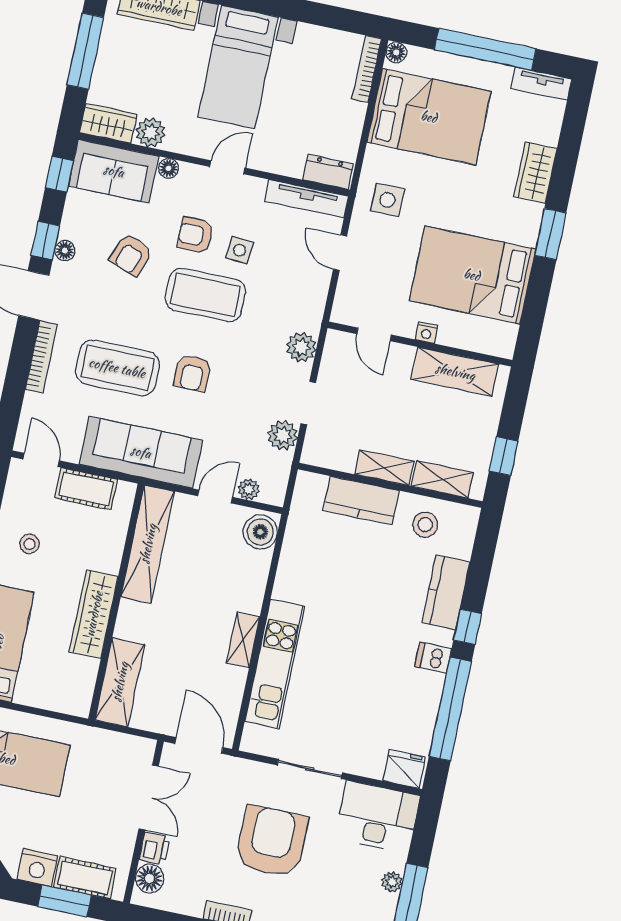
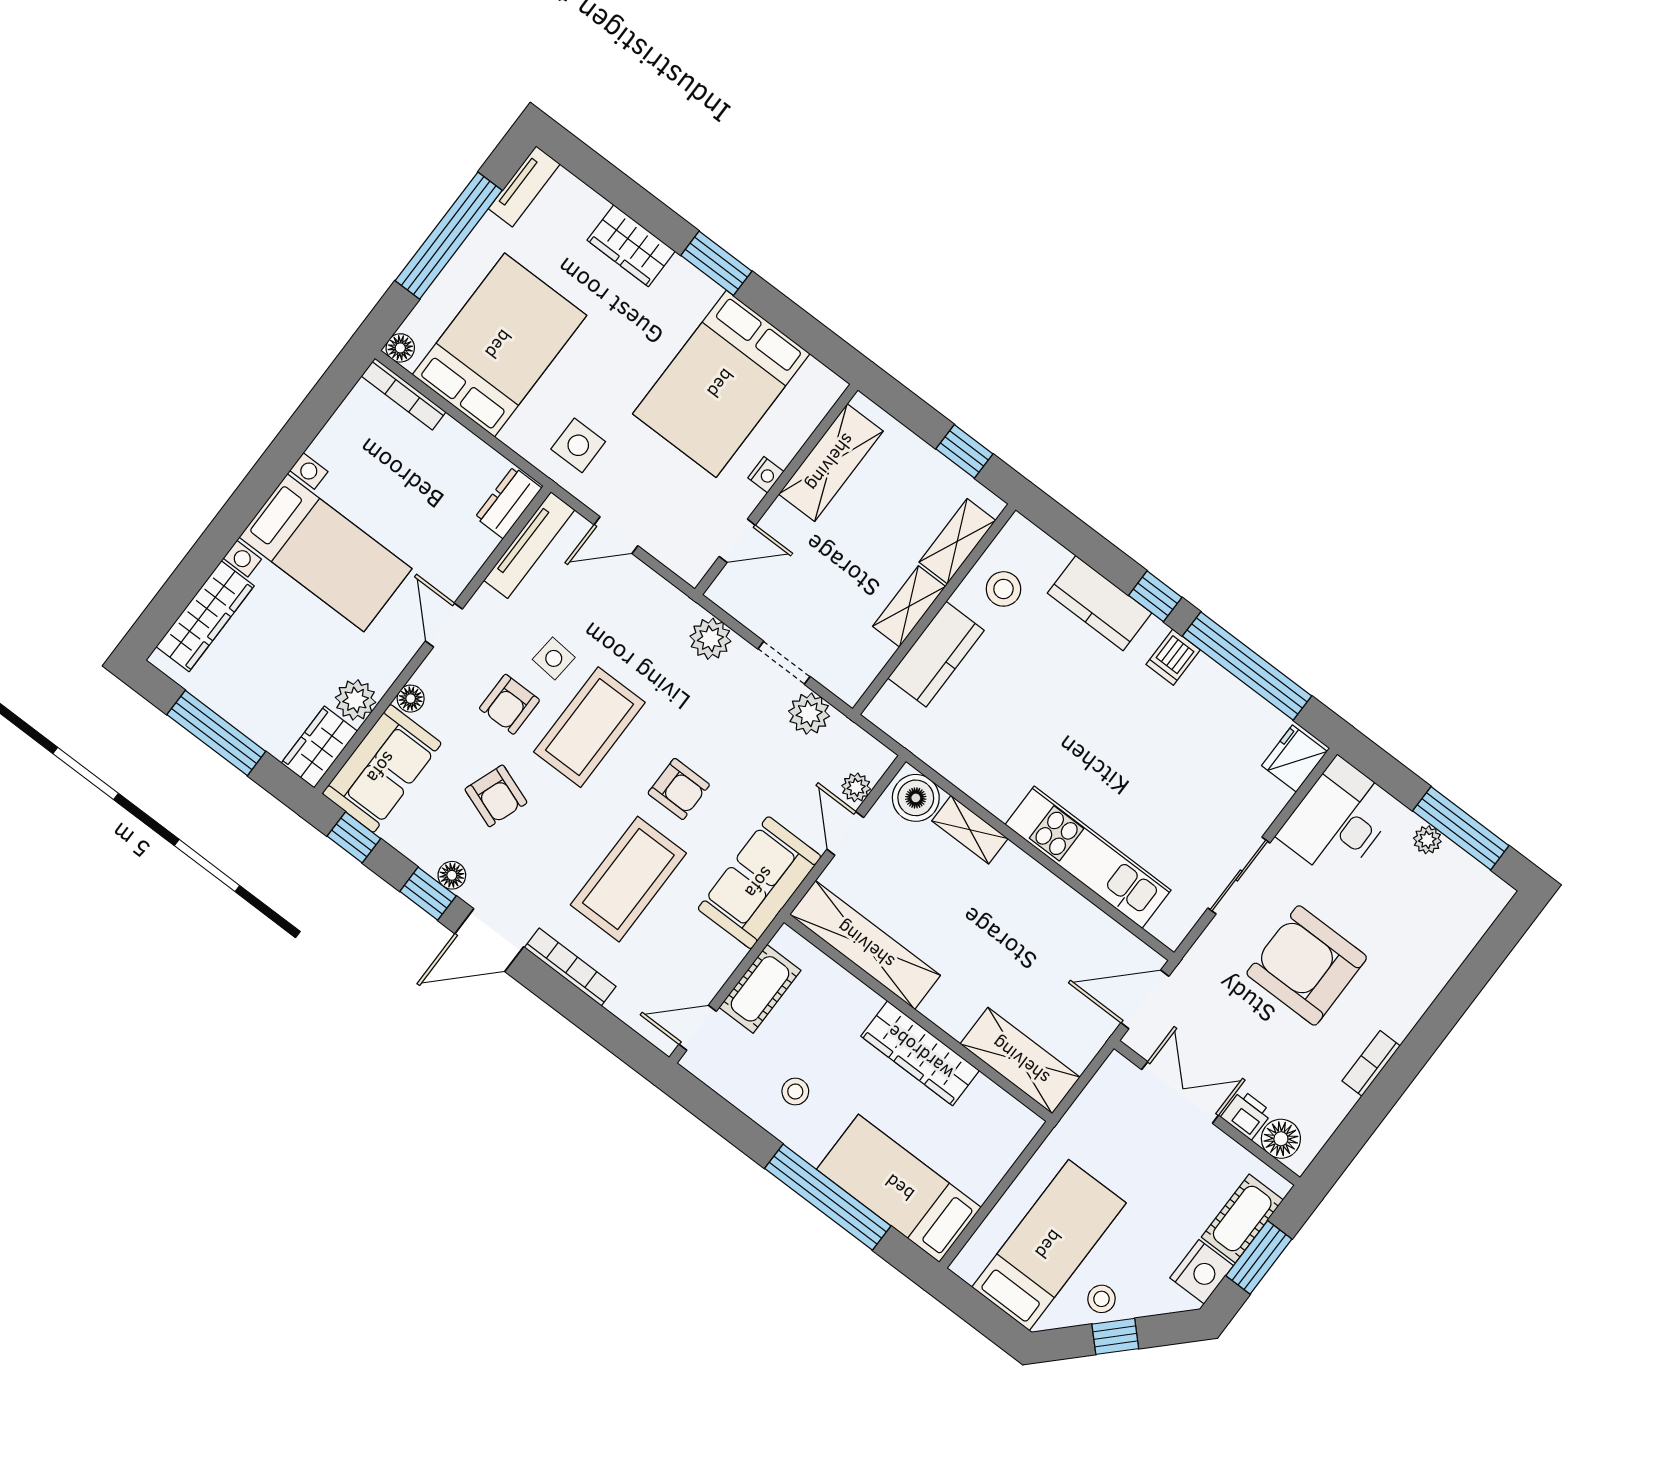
sofa: (141, 452) -> (760, 883), width x0.73
shelving: (243, 640) -> (970, 830), moved

